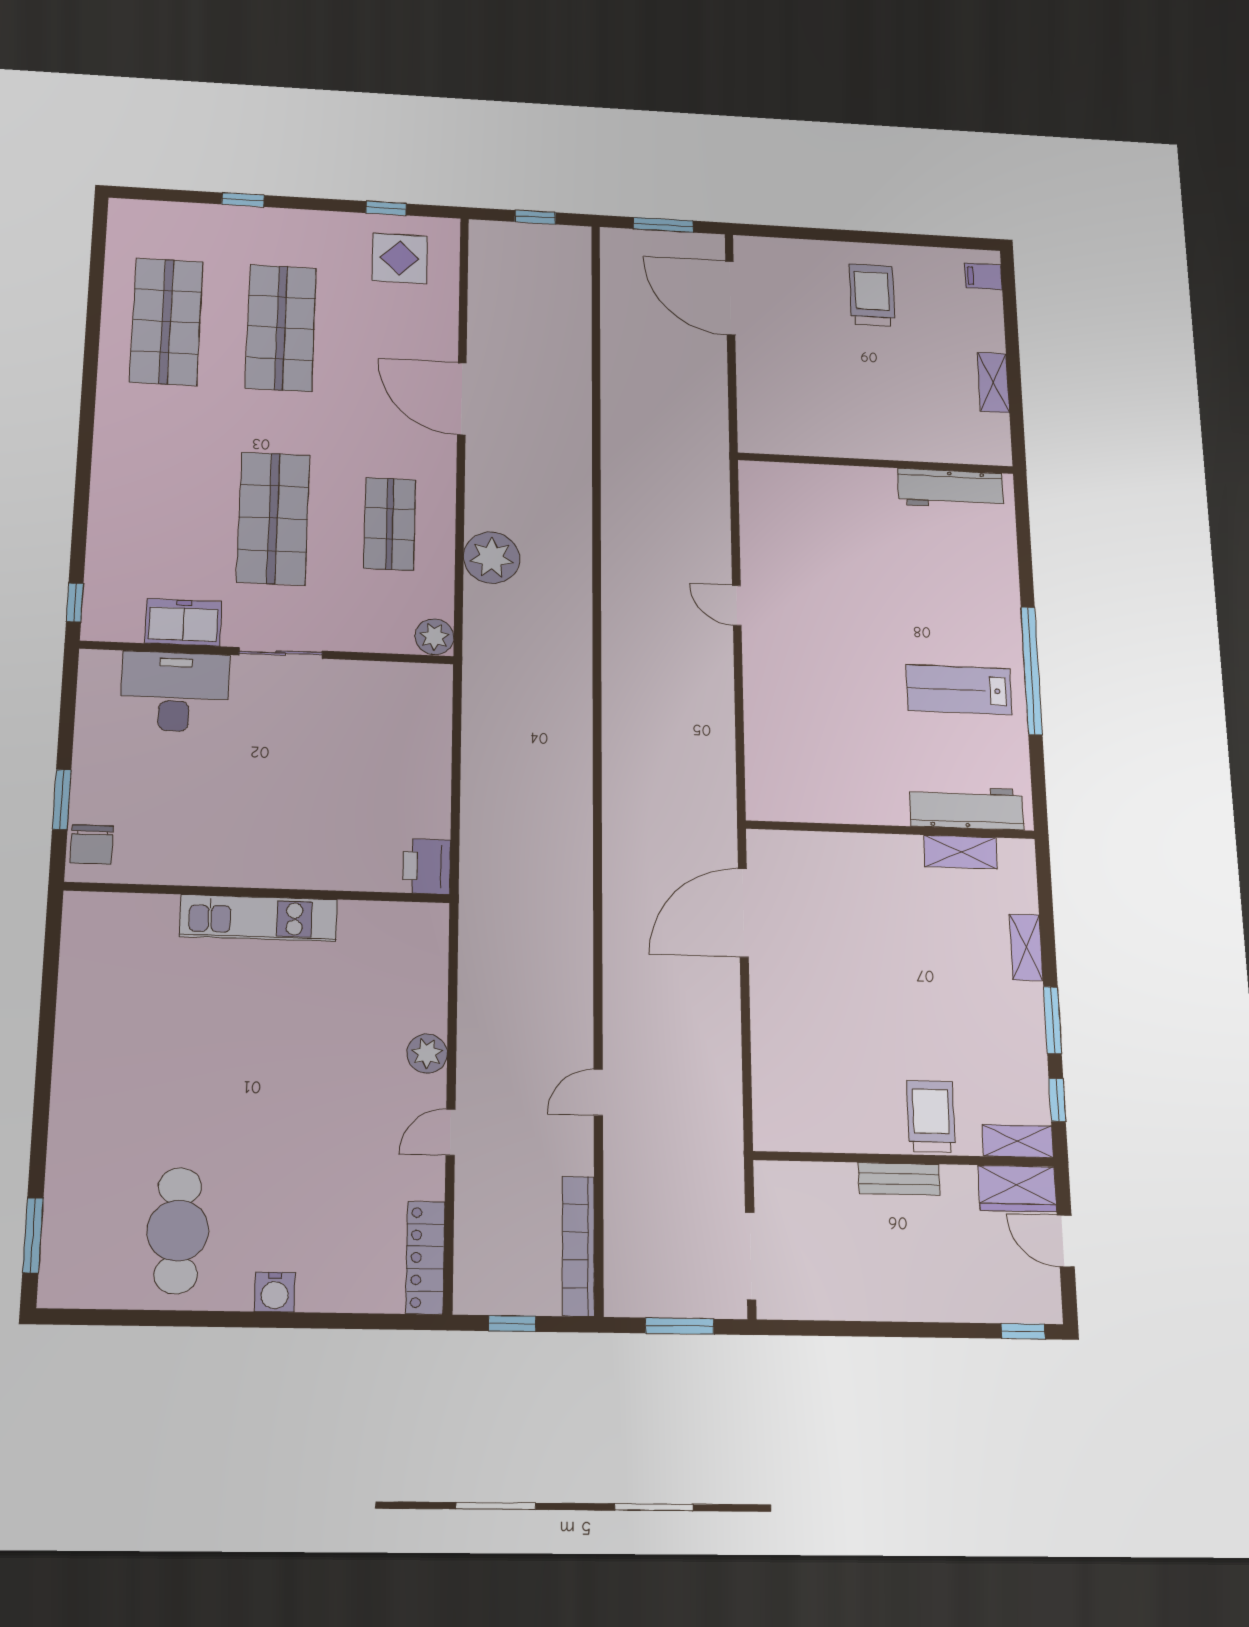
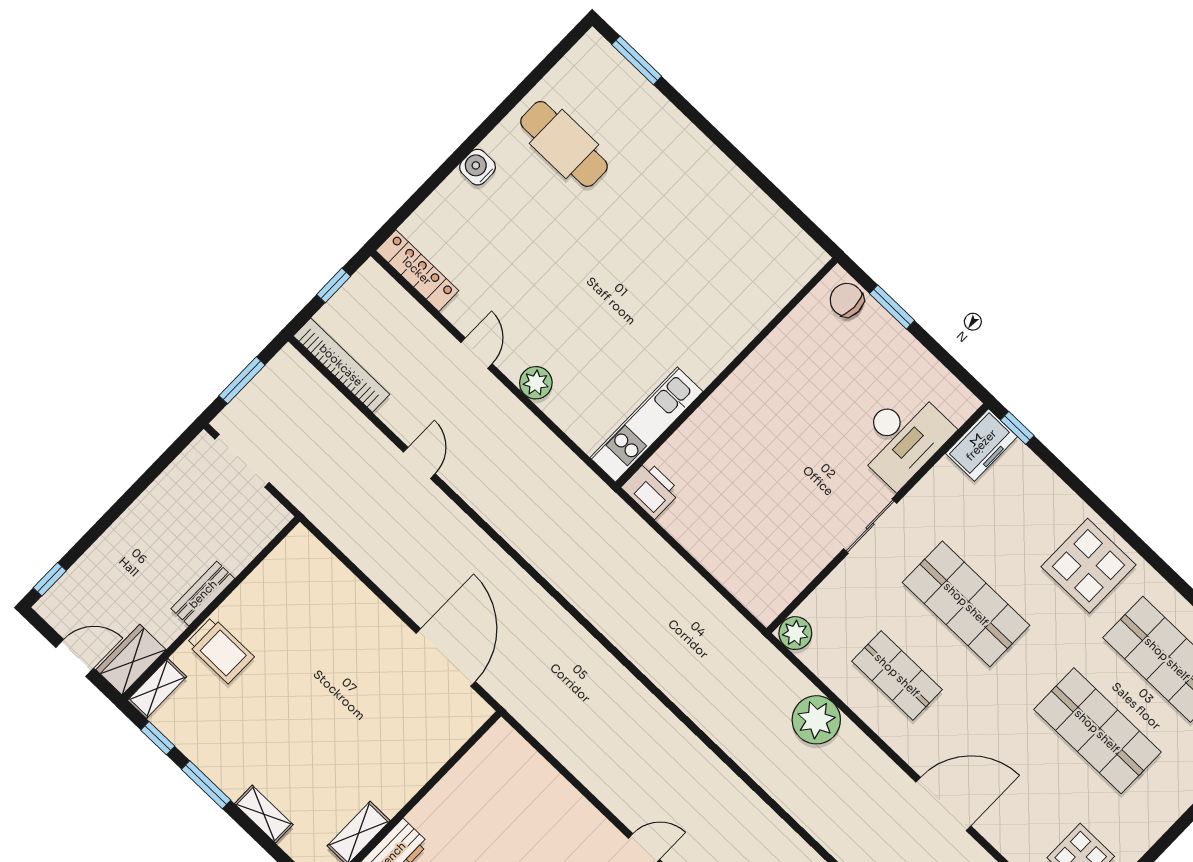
display table: (144, 446) -> (1088, 566), added
freezer: (183, 622) -> (981, 445), moved
kitchen unit: (259, 918) -> (646, 425), moved

